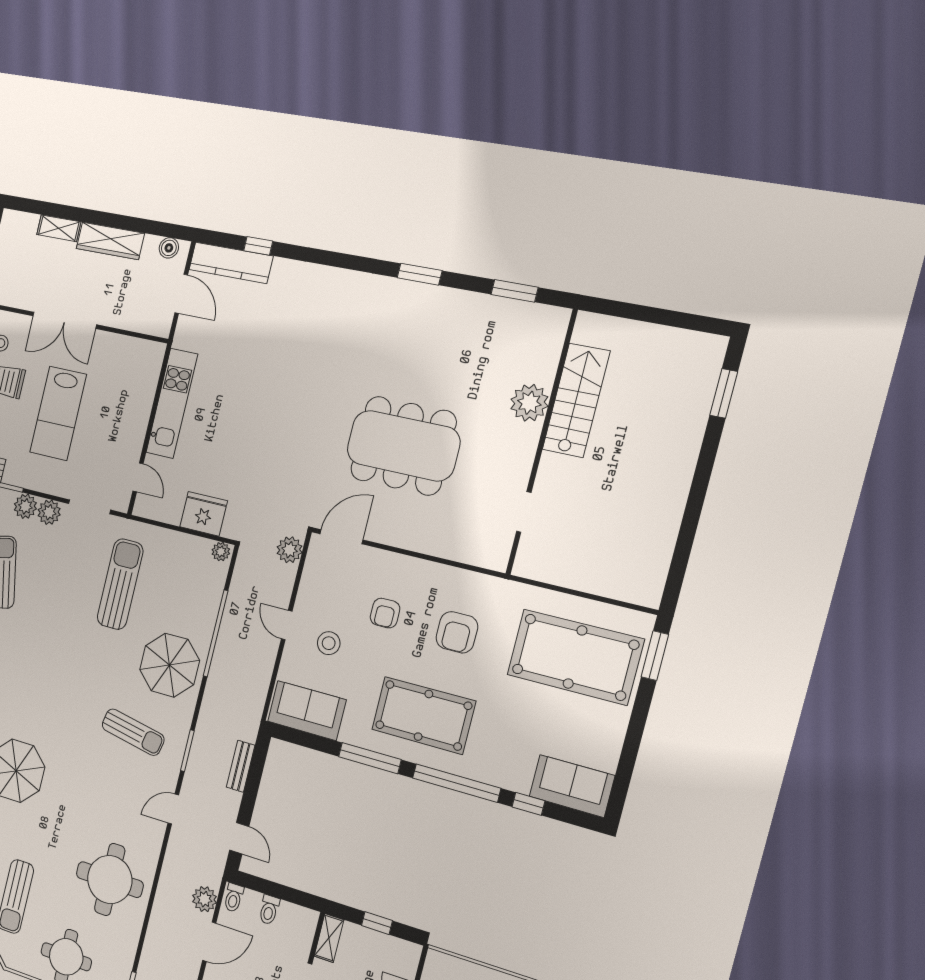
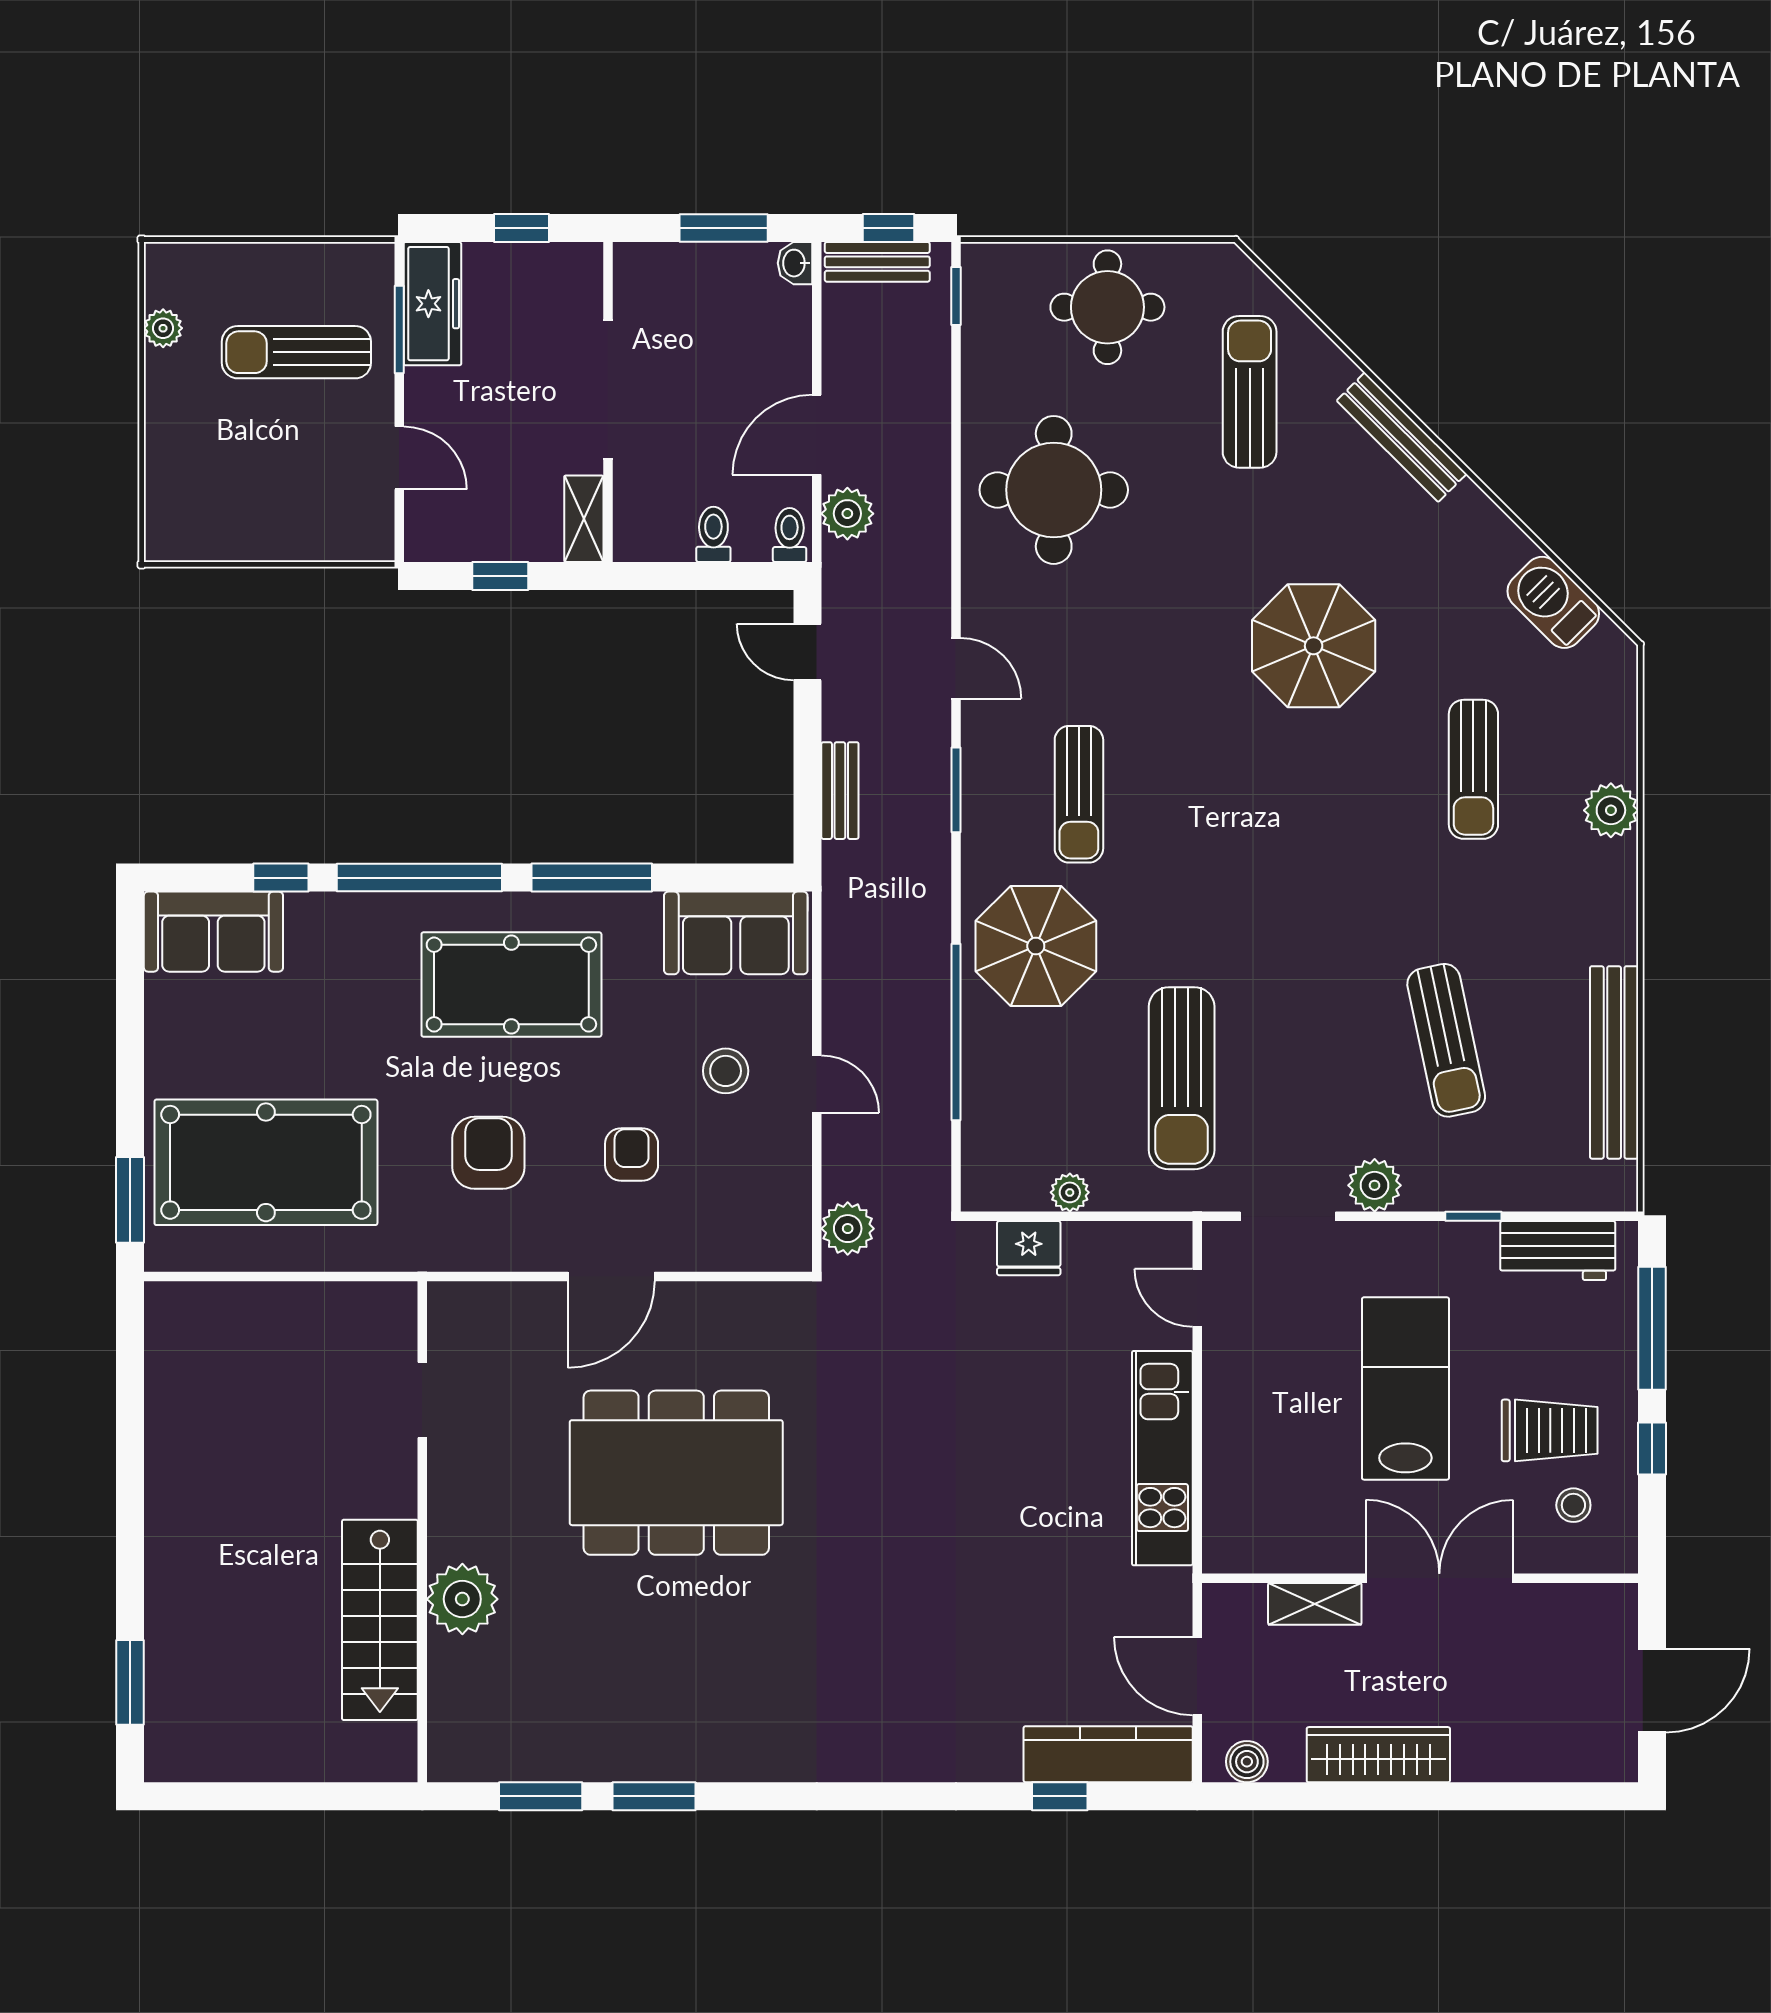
shelving: (59, 228) -> (1315, 1604), moved
window: (420, 274) -> (654, 1796), moved
plant: (25, 506) -> (1431, 1185), removed
fridge: (204, 514) -> (1029, 1248), width x0.73, depth x0.75
door: (341, 537) -> (611, 1277), moved
plant: (221, 552) -> (1070, 1192), moved
sun lounger: (133, 732) -> (1079, 794), turned -101
door: (173, 809) -> (956, 668), hinge flipped

